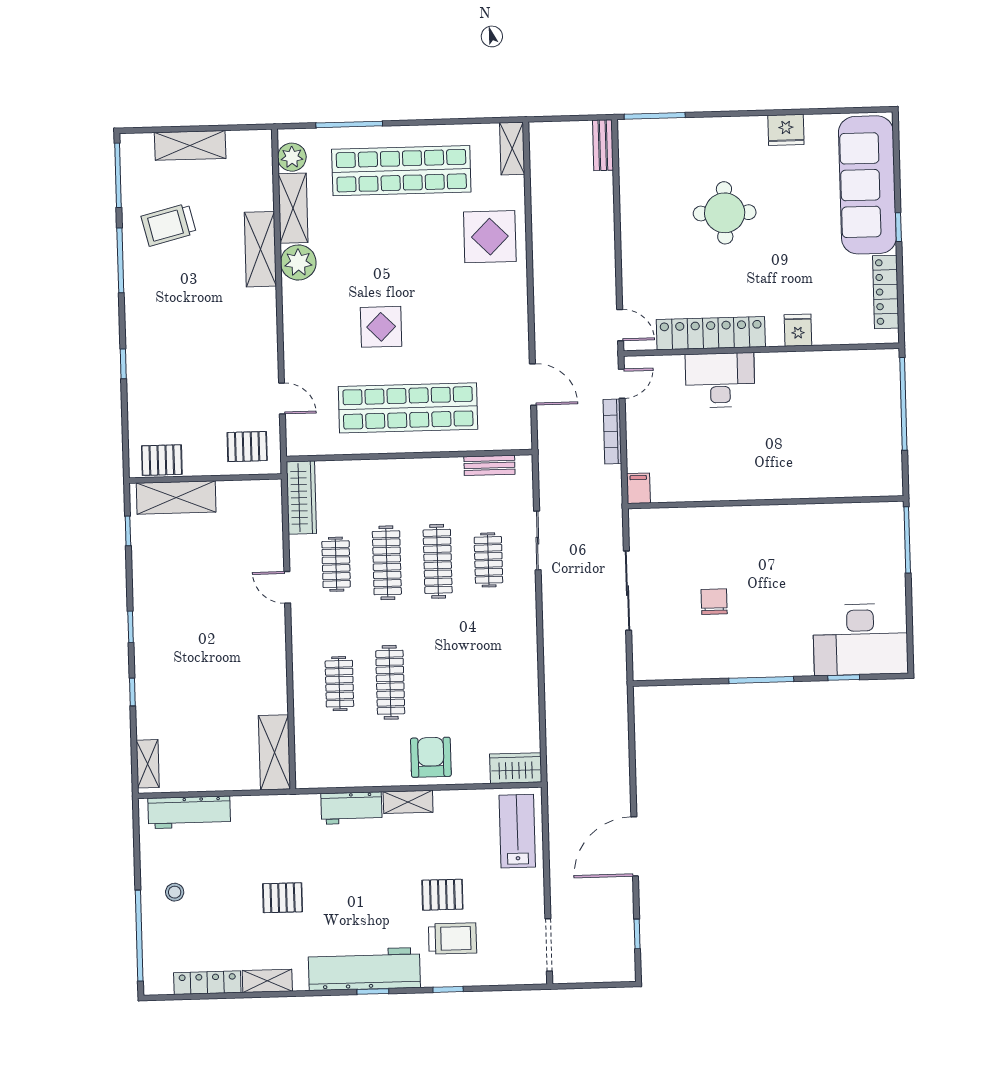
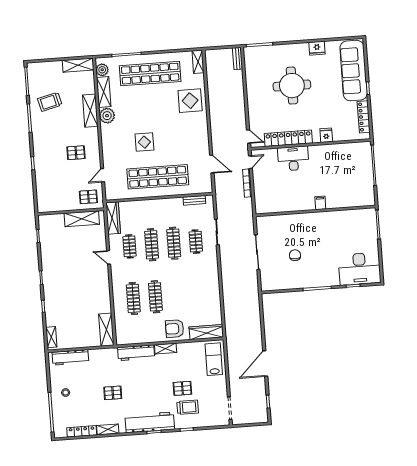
shelving: (190, 145) -> (78, 65), moved
round table: (725, 213) -> (292, 86), width x1.36, depth x1.36
door: (282, 398) -> (103, 175), swing flipped
pallet: (162, 460) -> (76, 153), moved
filing cabinet: (638, 488) -> (320, 203), moved
shelving: (176, 498) -> (82, 219), moved
clothes rail: (339, 684) -> (133, 298), width x1.36
armchair: (431, 757) -> (175, 329), turned -90
wardrobe: (516, 768) -> (206, 332), width x1.50
workbench: (352, 808) -> (136, 353), width x1.38

